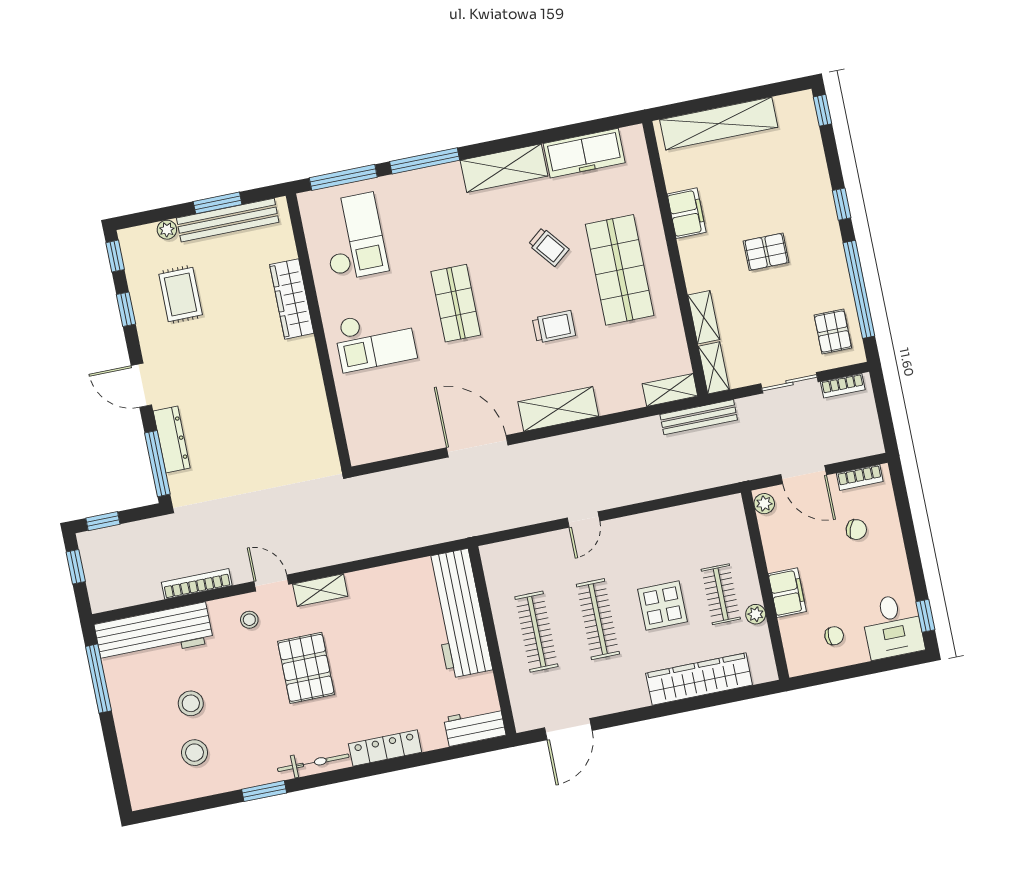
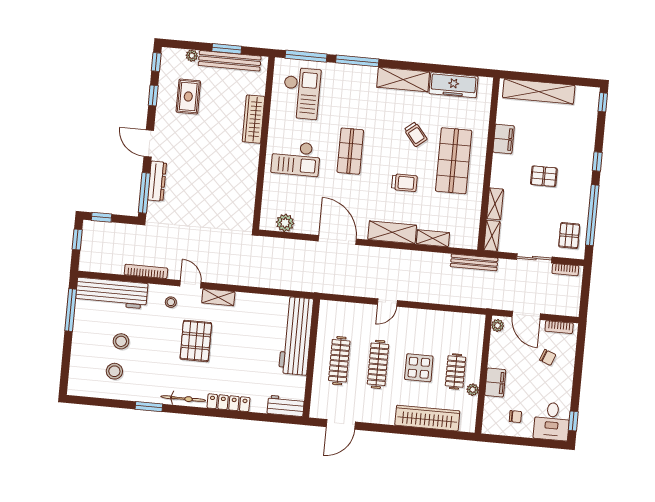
shelving: (670, 390) -> (433, 238), moved
plant: (389, 444) -> (285, 223), added

